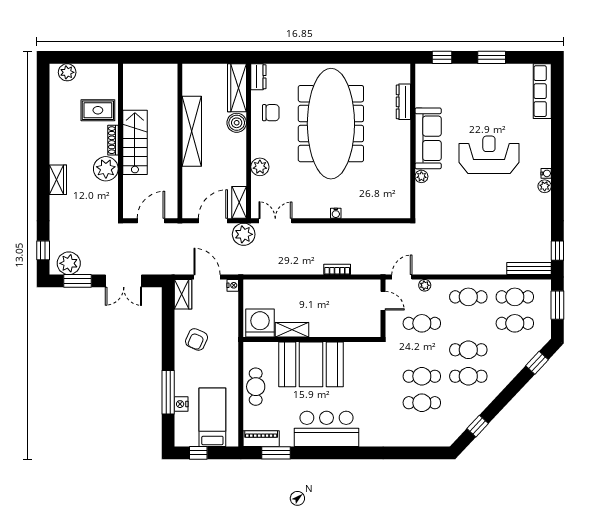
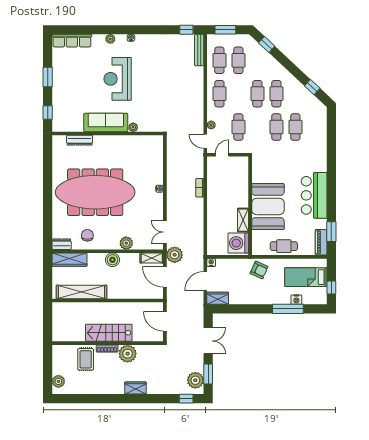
boiler: (237, 123) -> (112, 260), moved
shelving: (192, 131) -> (81, 292), moved
plant: (545, 186) -> (110, 39), moved
armchair: (197, 339) -> (259, 270), moved

